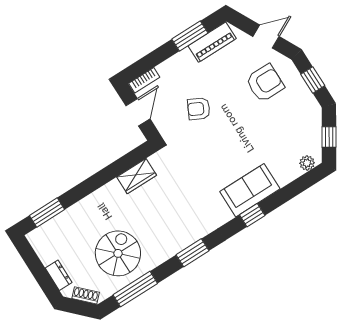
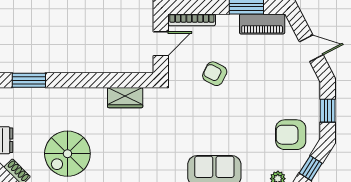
bookcase: (144, 80) -> (192, 20), width x1.56
armchair: (265, 83) -> (291, 135), moved, turned 180
spiral stairs: (118, 253) -> (67, 154), turned 180

